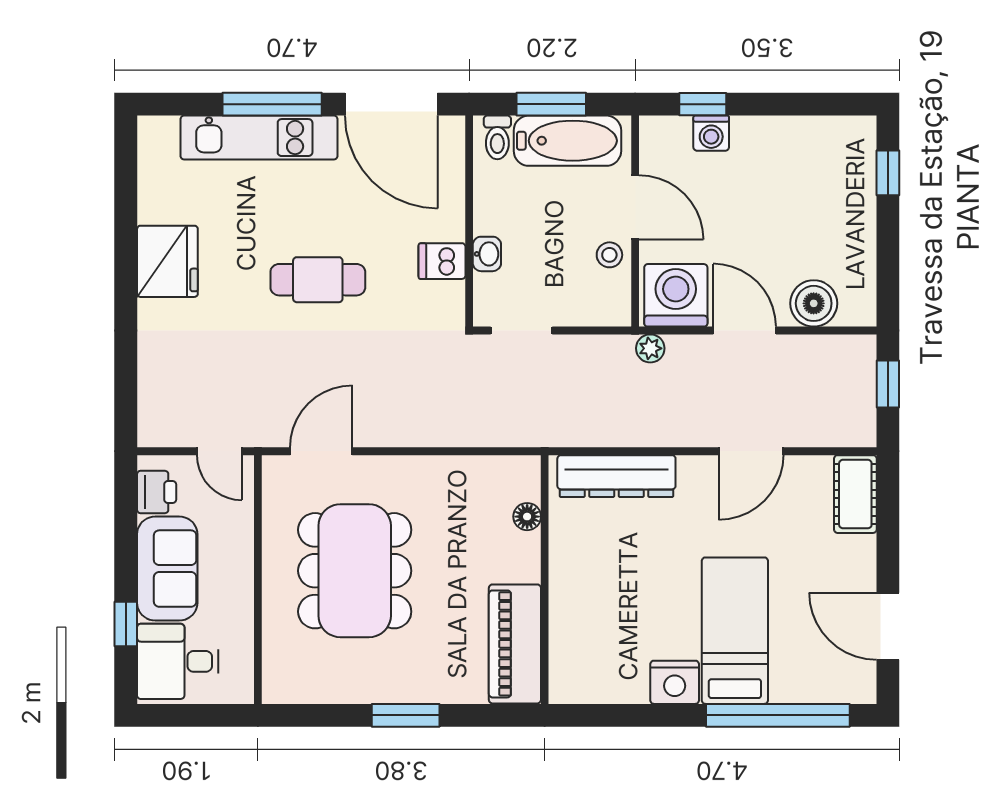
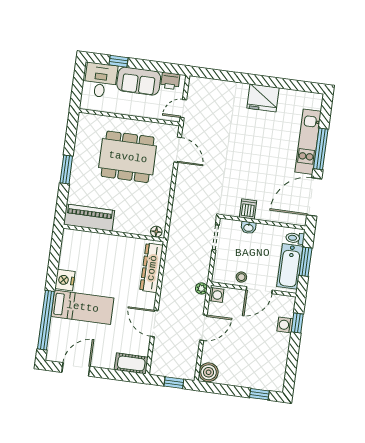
cafe table: (318, 280) -> (247, 158), removed
washing machine: (676, 295) -> (216, 295), width x0.53, depth x0.53
boiler: (814, 303) -> (209, 372), moved
floor lamp: (527, 517) -> (156, 232), moved

